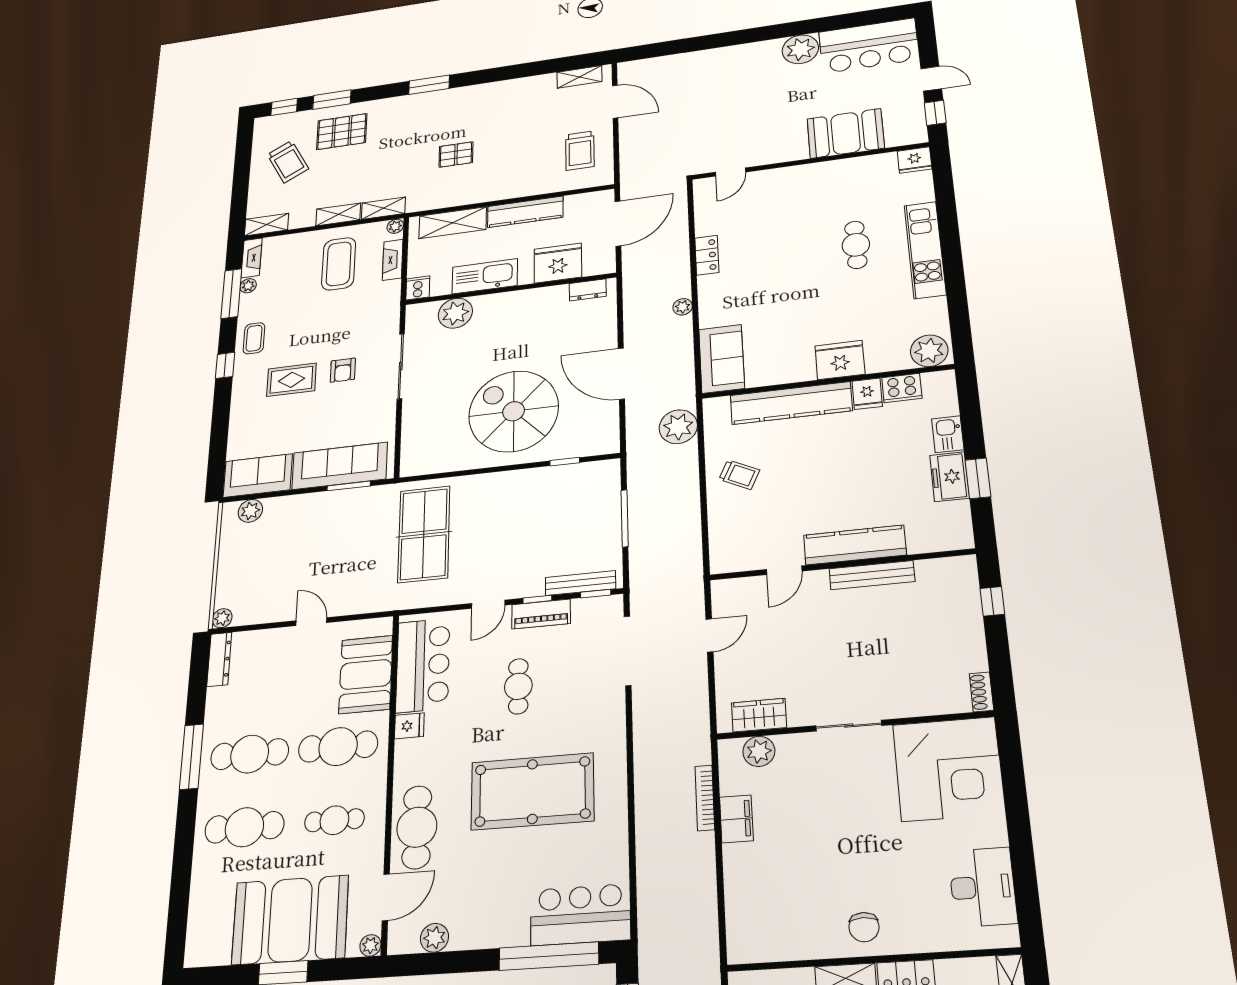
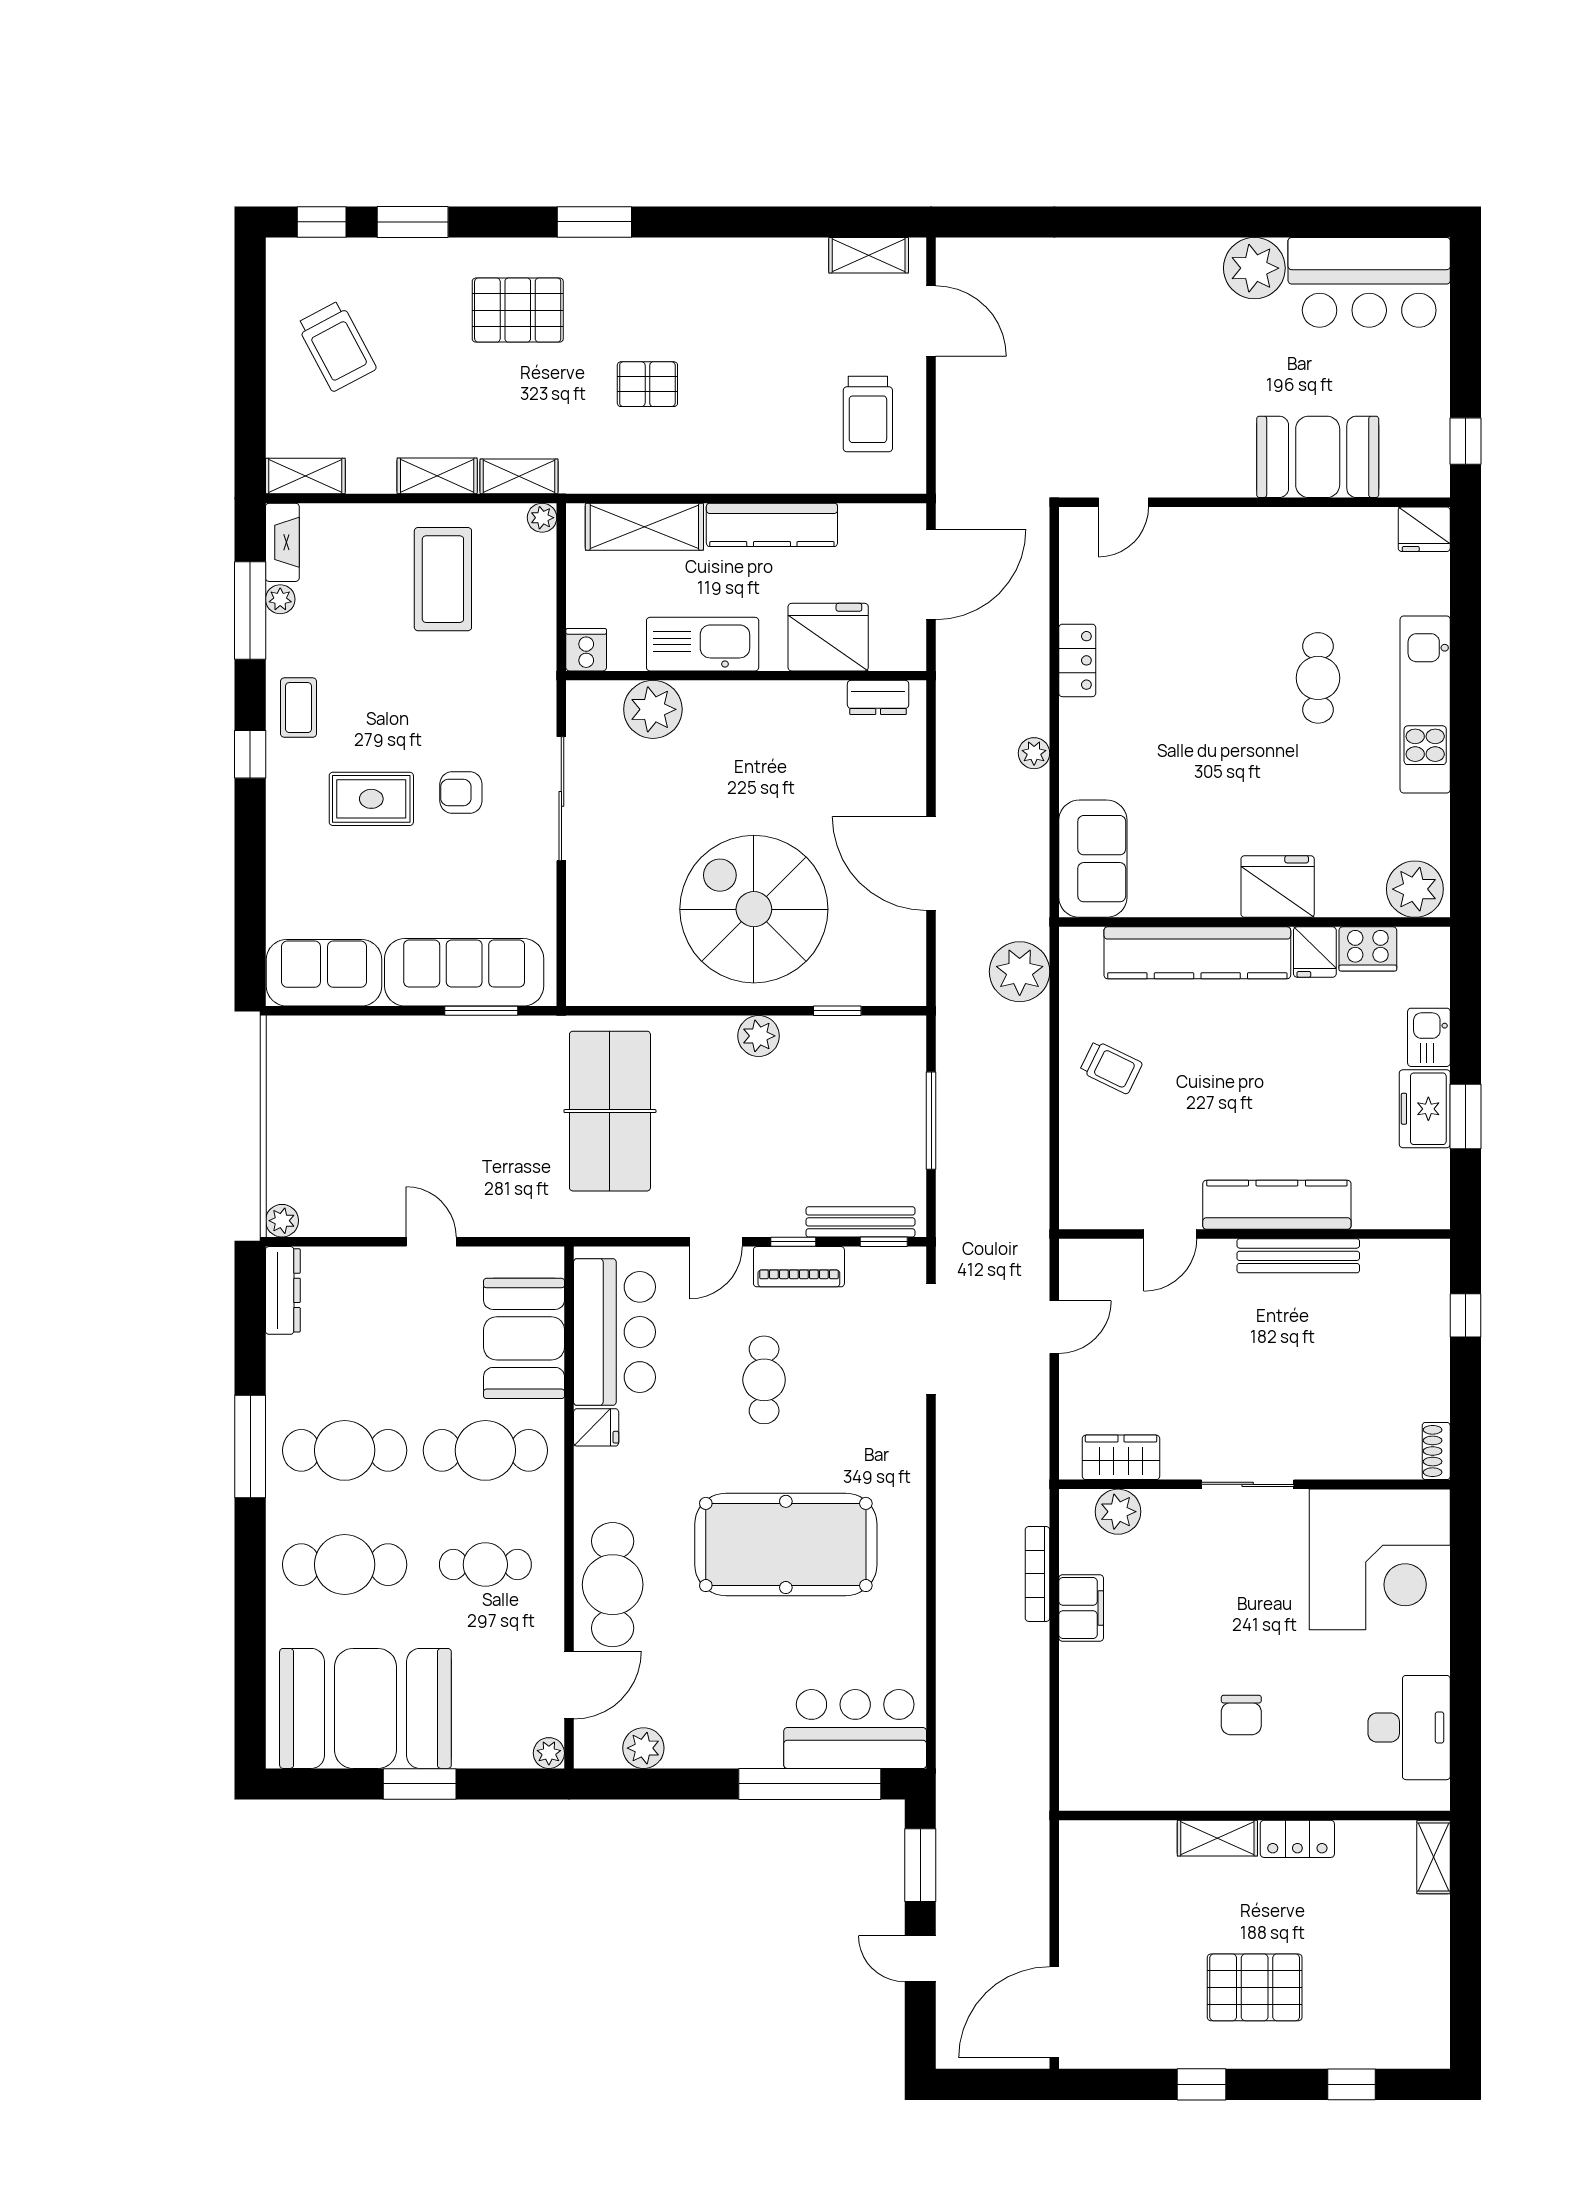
door: (931, 79) -> (1466, 371), removed
pallet: (342, 132) -> (518, 310), moved
fireplace: (393, 260) -> (540, 586), removed
armchair: (343, 370) -> (461, 793), turned 90
plant: (250, 511) -> (759, 1036), moved
booth: (290, 920) -> (365, 1708), moved
chair: (864, 927) -> (1241, 1715), moved

